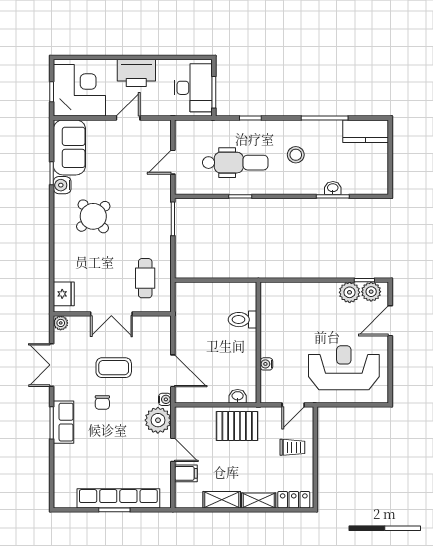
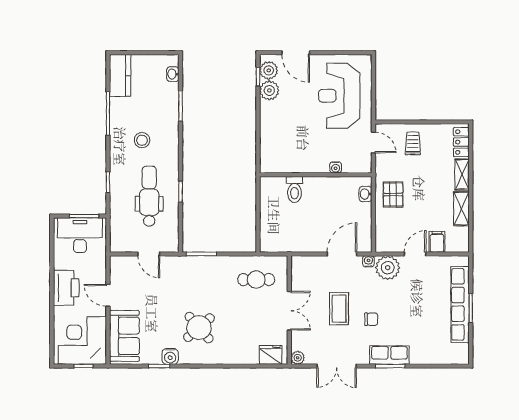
sofa: (69, 147) -> (124, 336), moved, turned 90
washbasin: (333, 188) -> (173, 74), moved
pallet: (237, 426) -> (393, 194), width x0.67, depth x0.71

